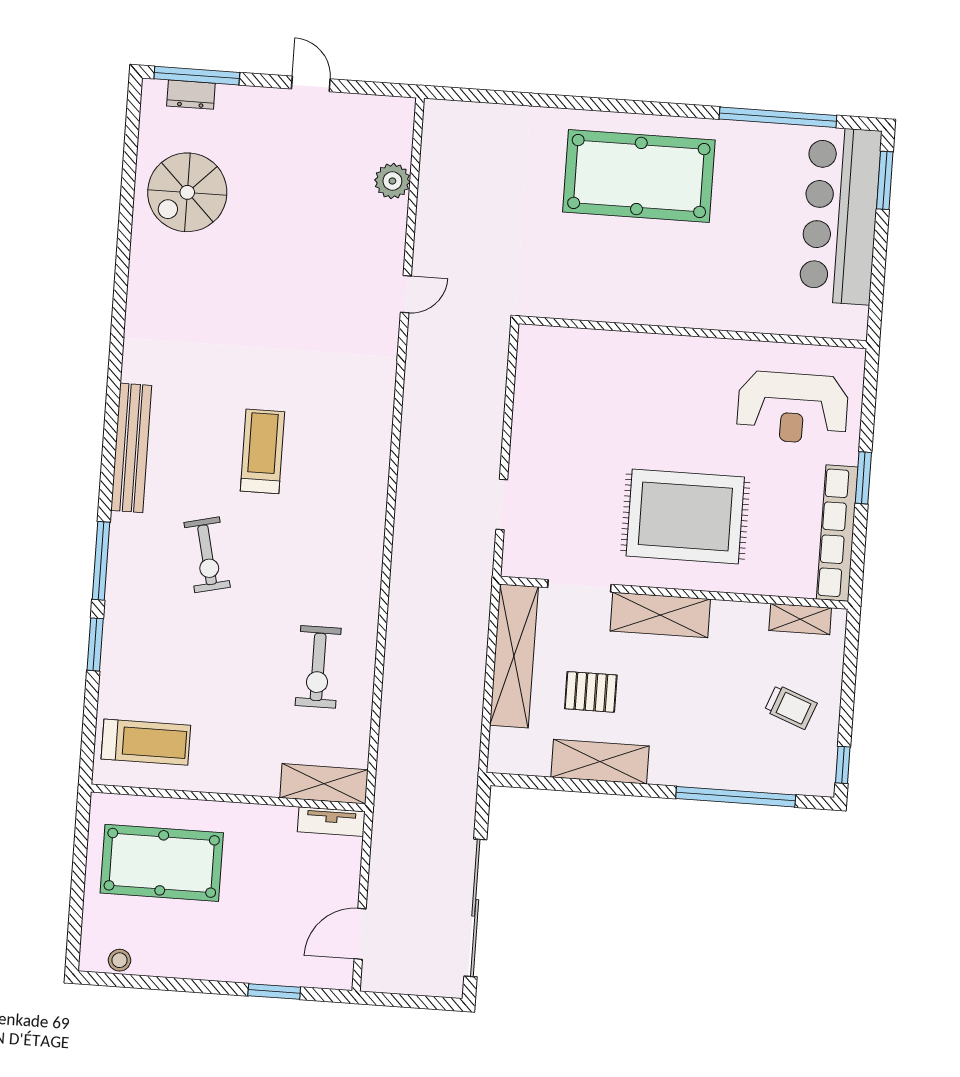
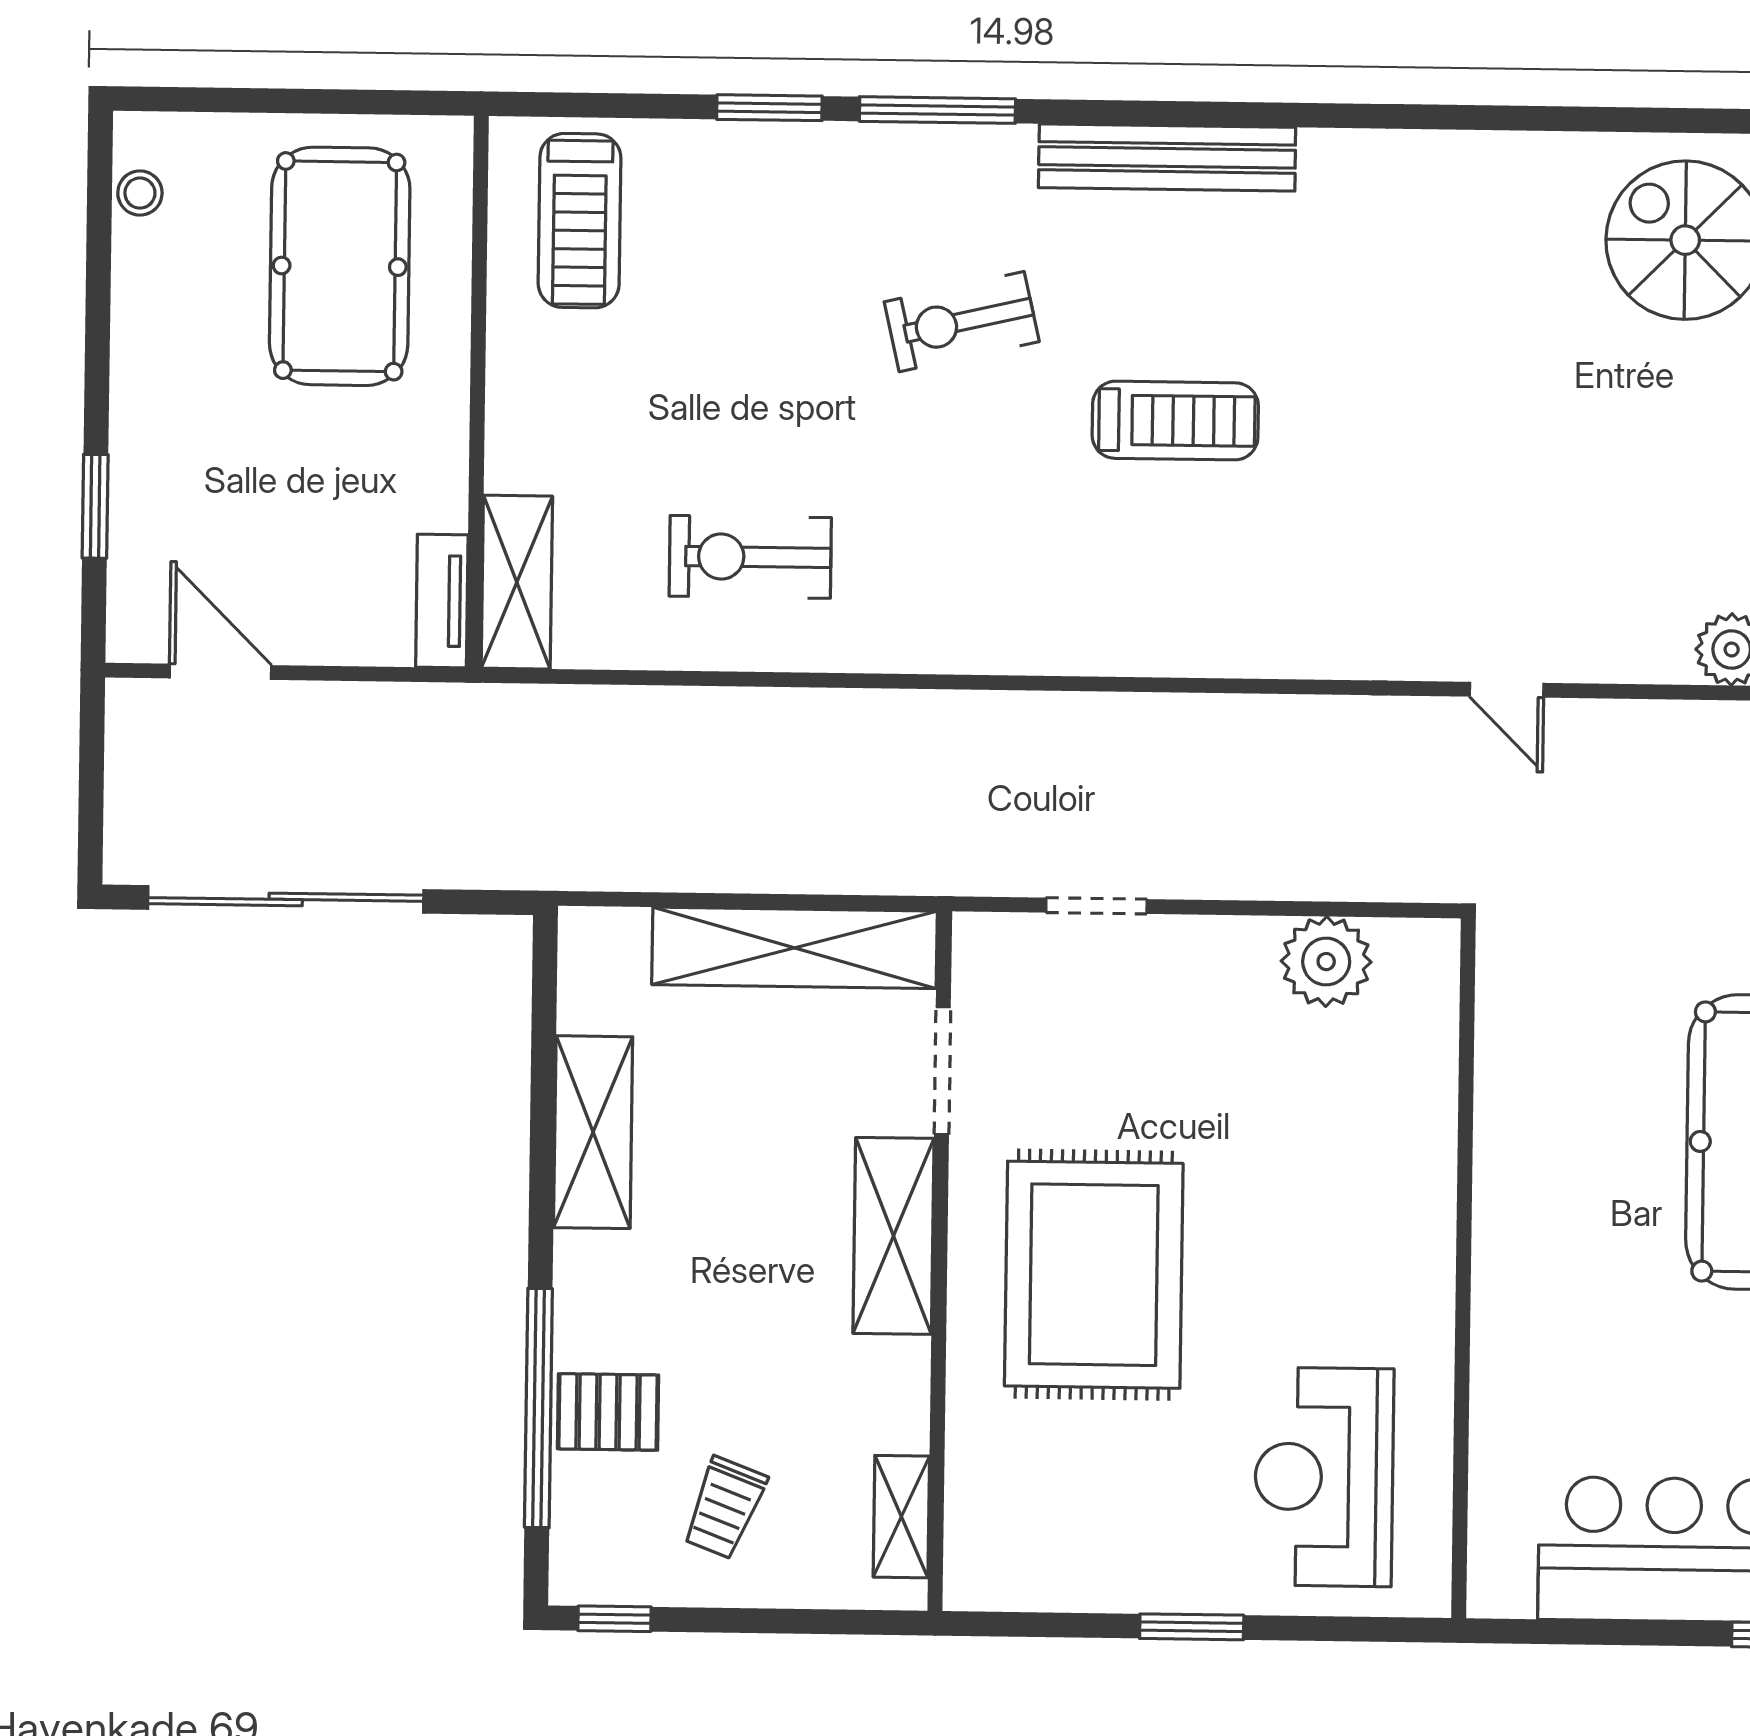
plant: (536, 392) -> (1326, 962), added
row of seats: (837, 533) -> (1078, 1581), removed
pallet: (591, 692) -> (608, 1412), moved, turned 90

